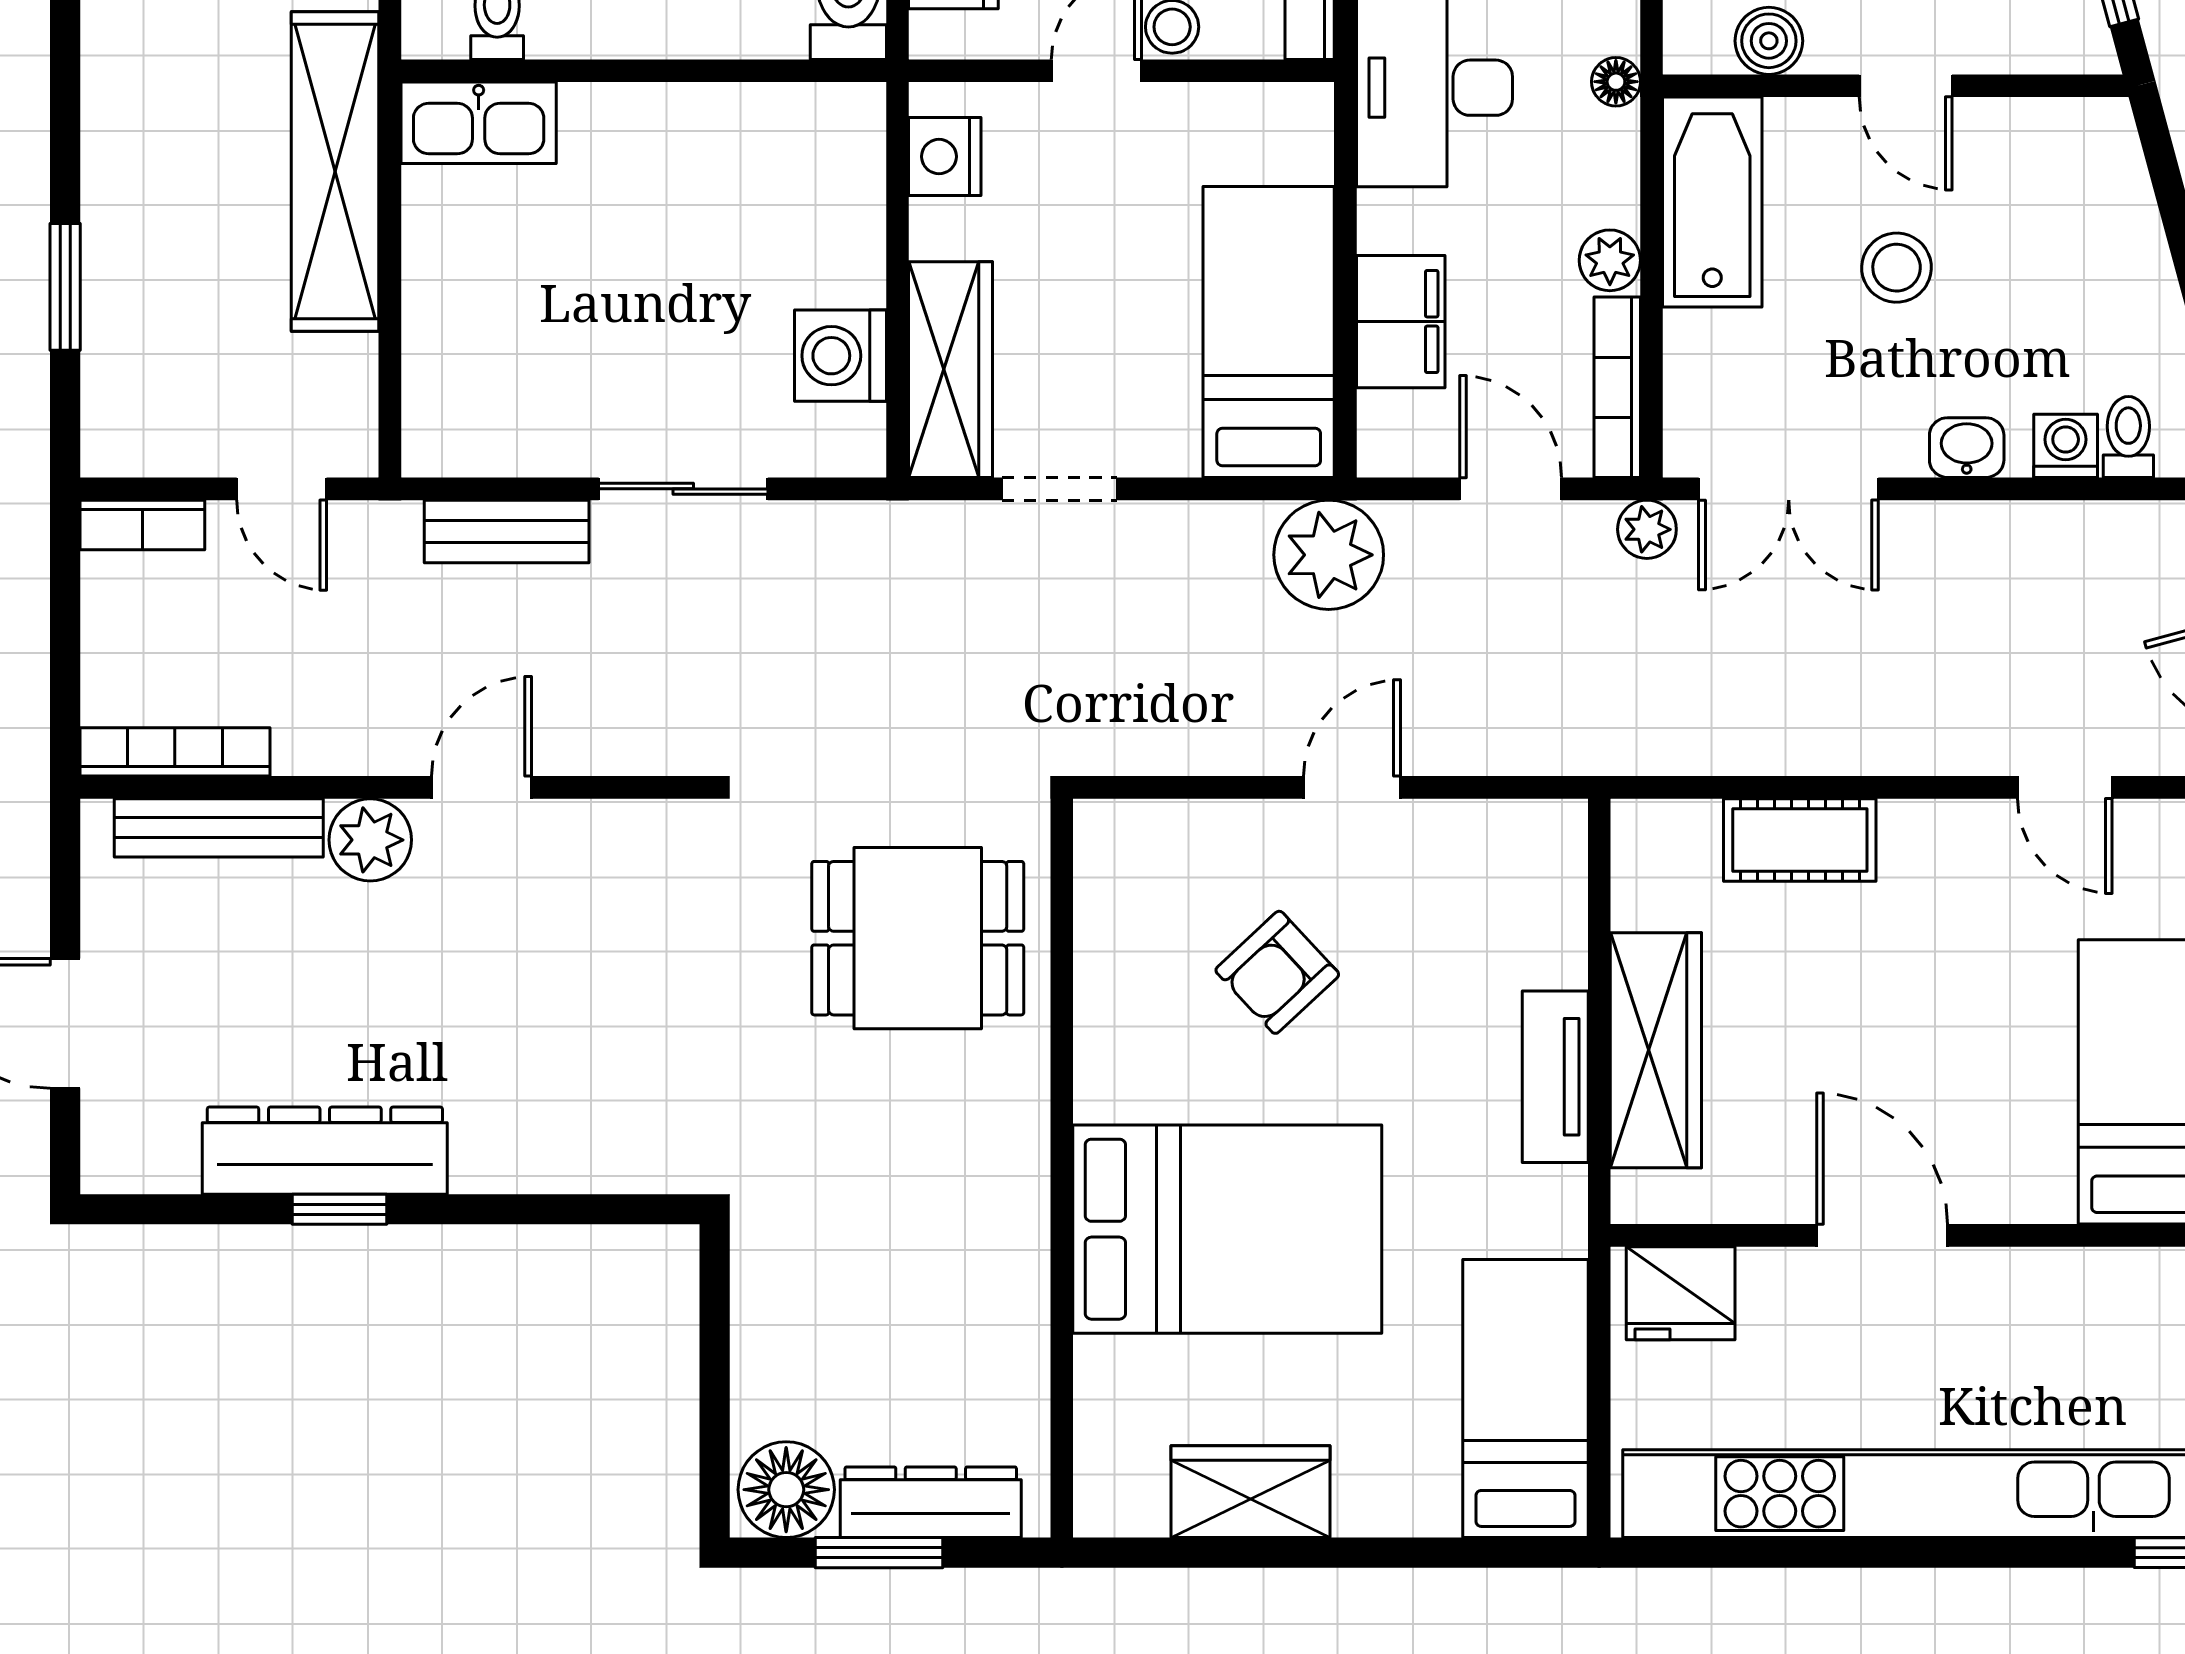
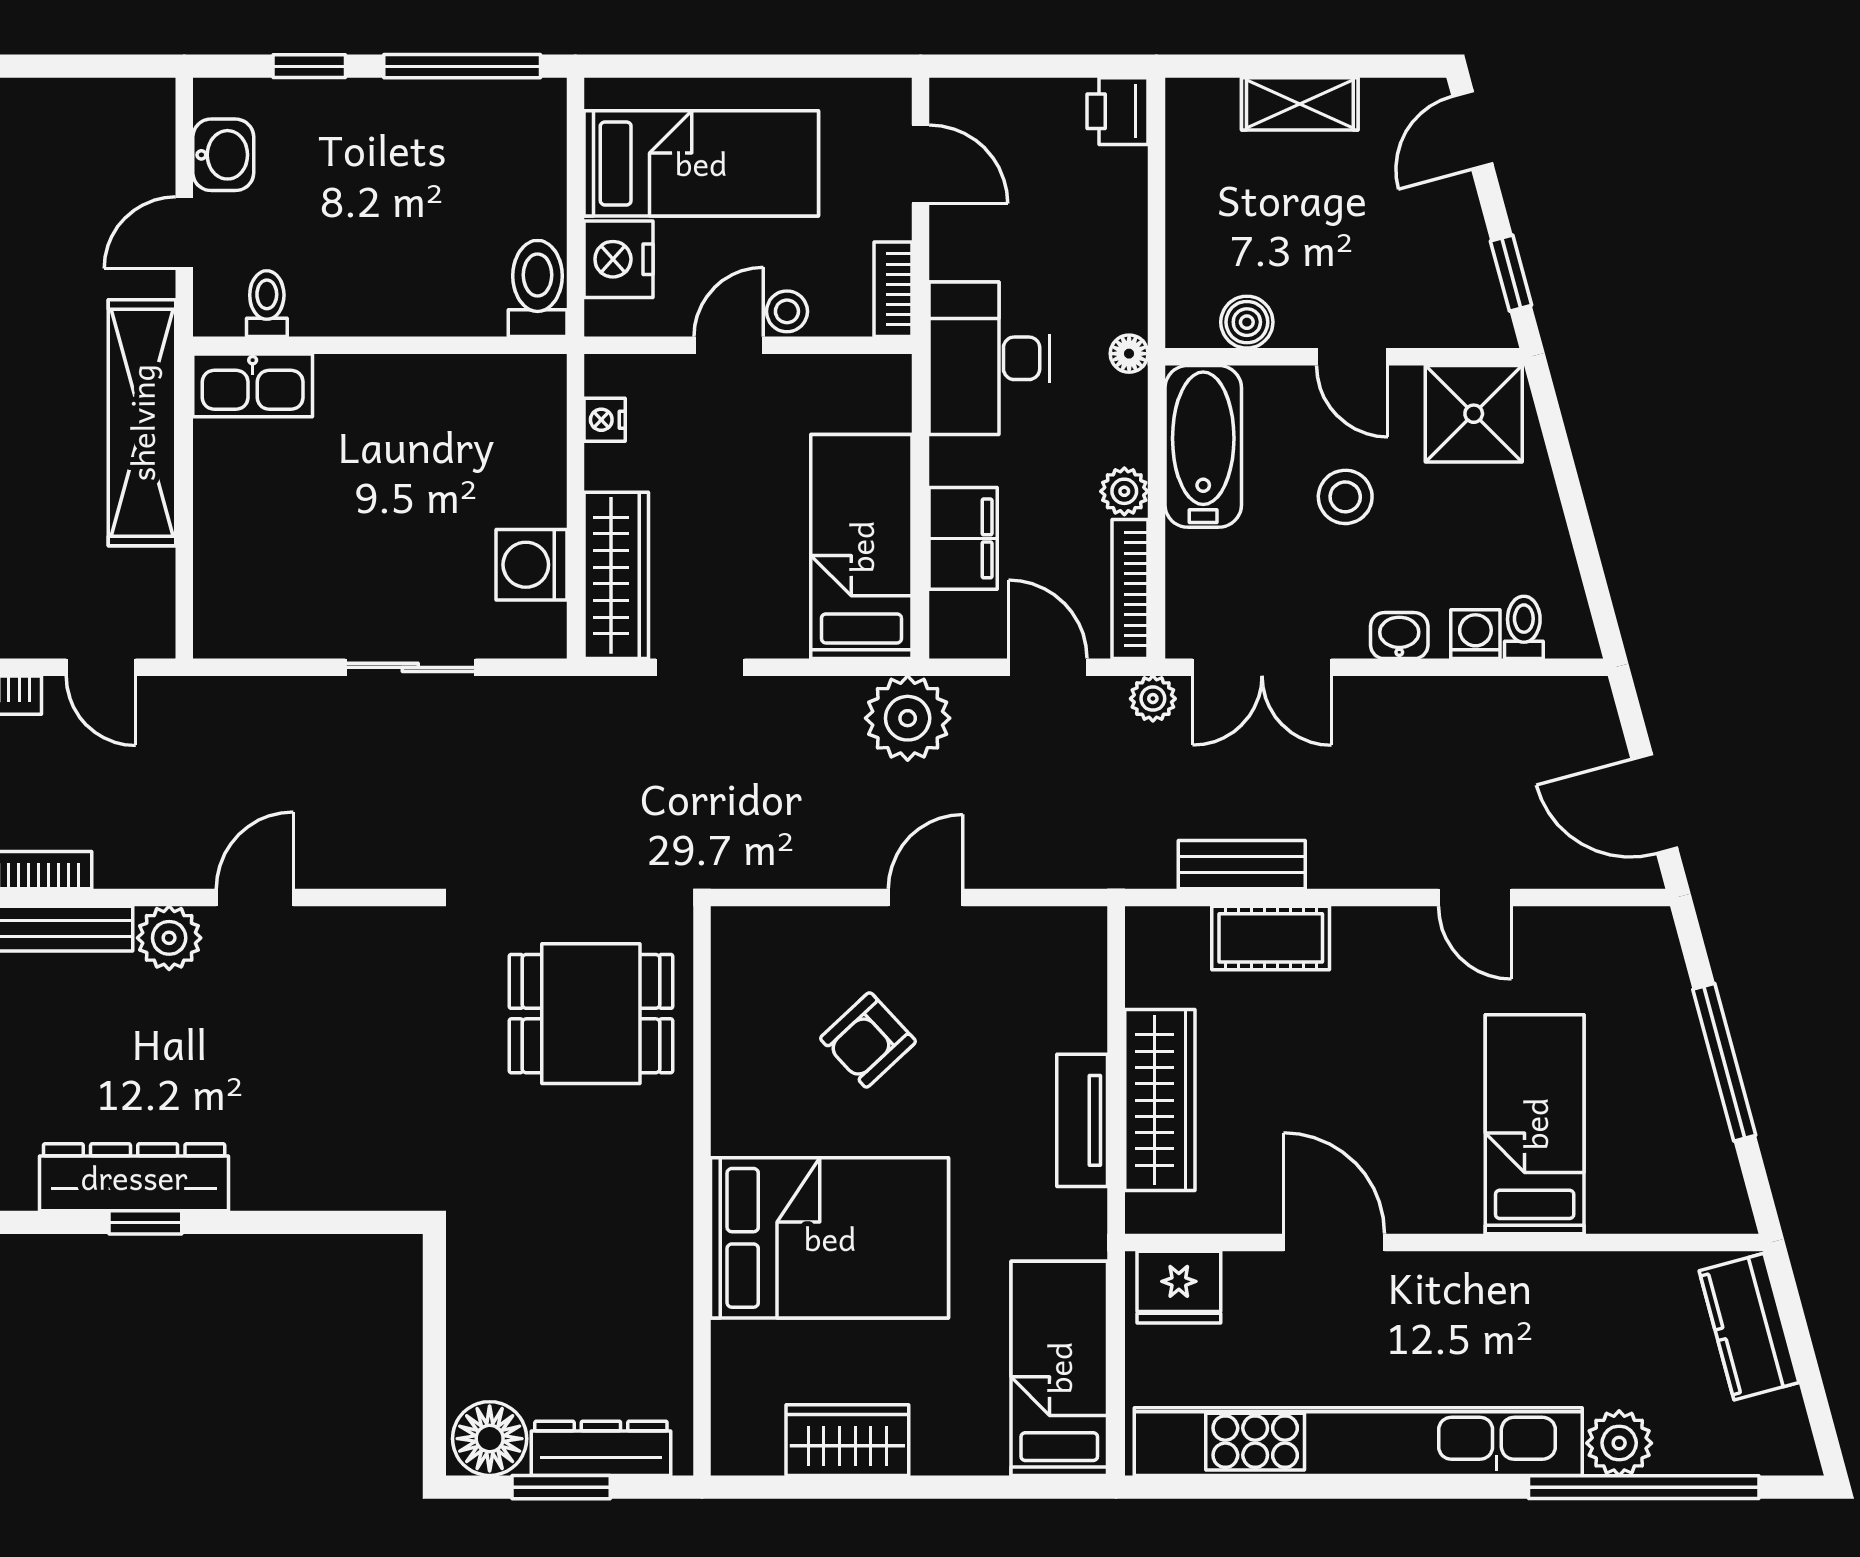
nightstand: (945, 157) -> (605, 420), width x0.72, depth x0.74
shower: (2063, 160) -> (1474, 414), added
bench: (507, 531) -> (1242, 865), moved

